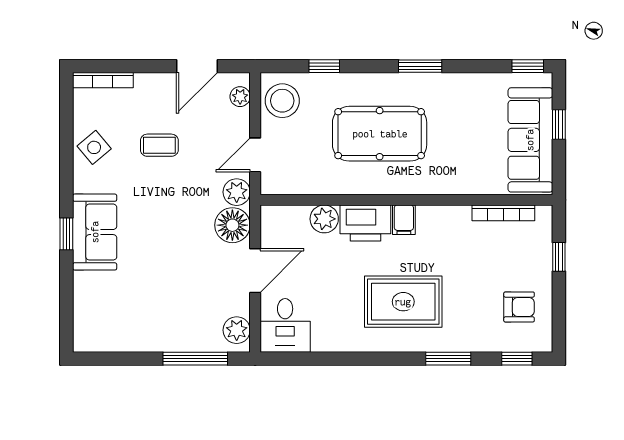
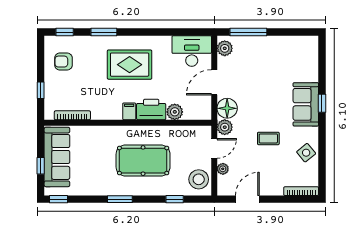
plant: (240, 97) -> (223, 169), moved
coffee table: (159, 145) -> (268, 138), moved
desk: (285, 325) -> (192, 51), width x1.37

